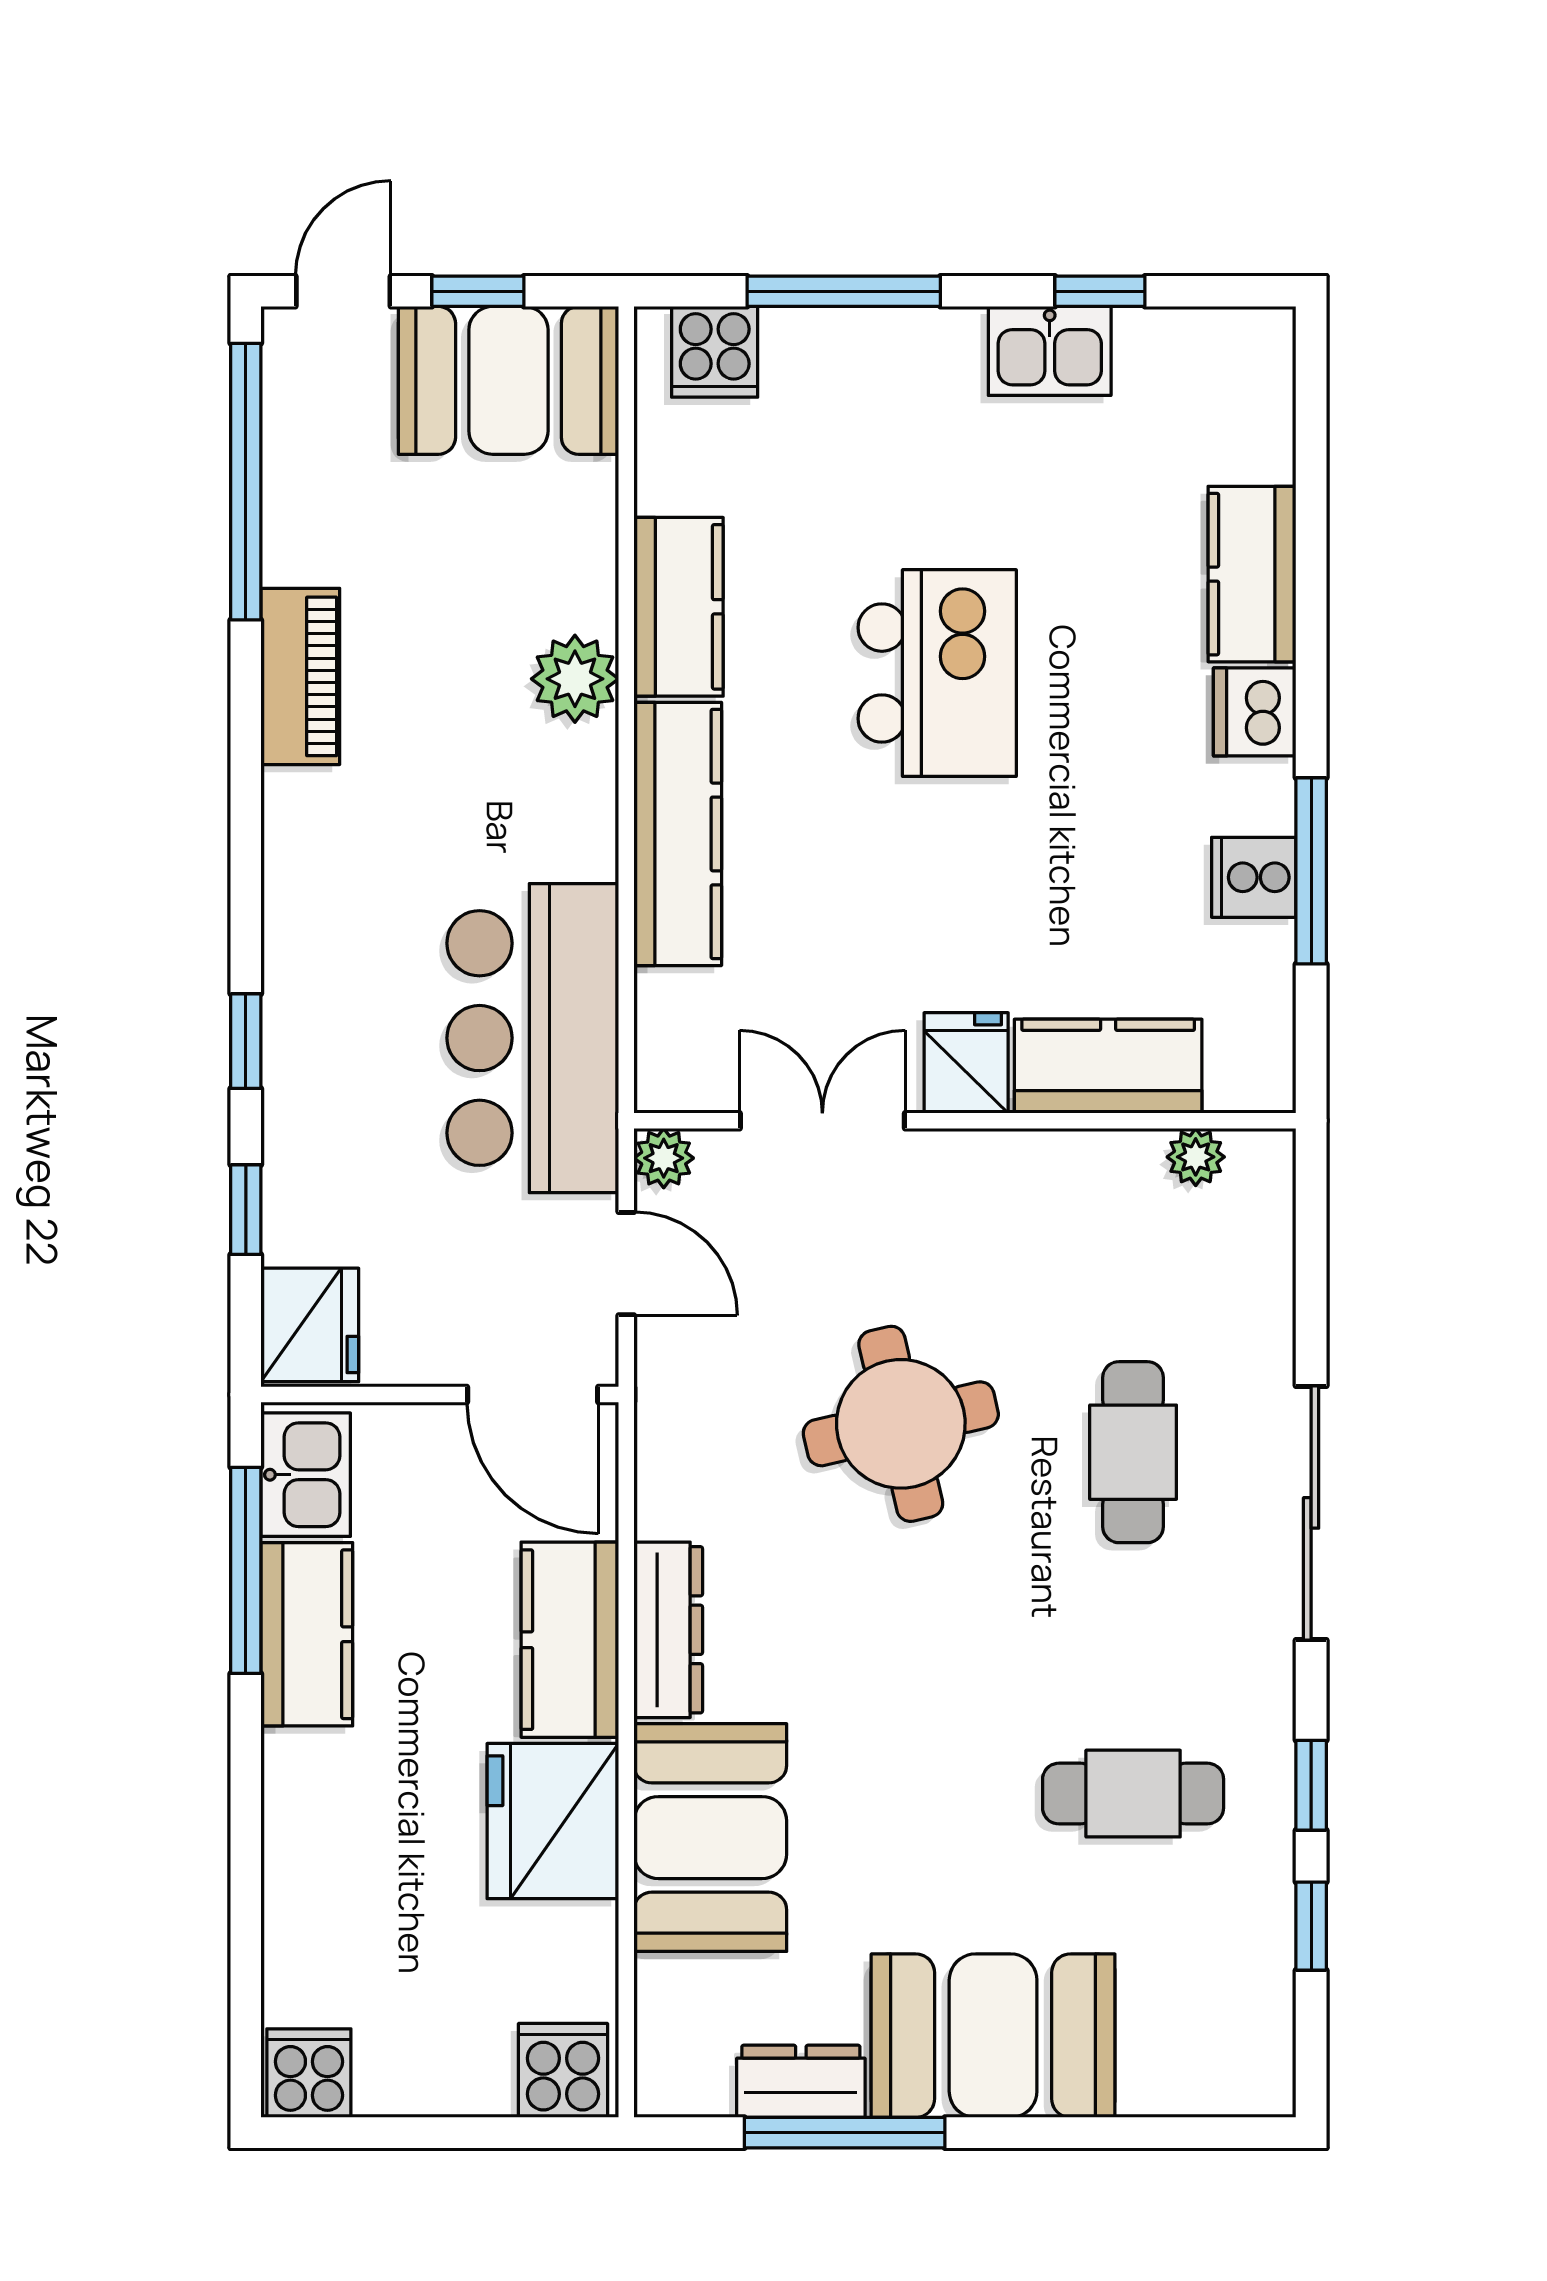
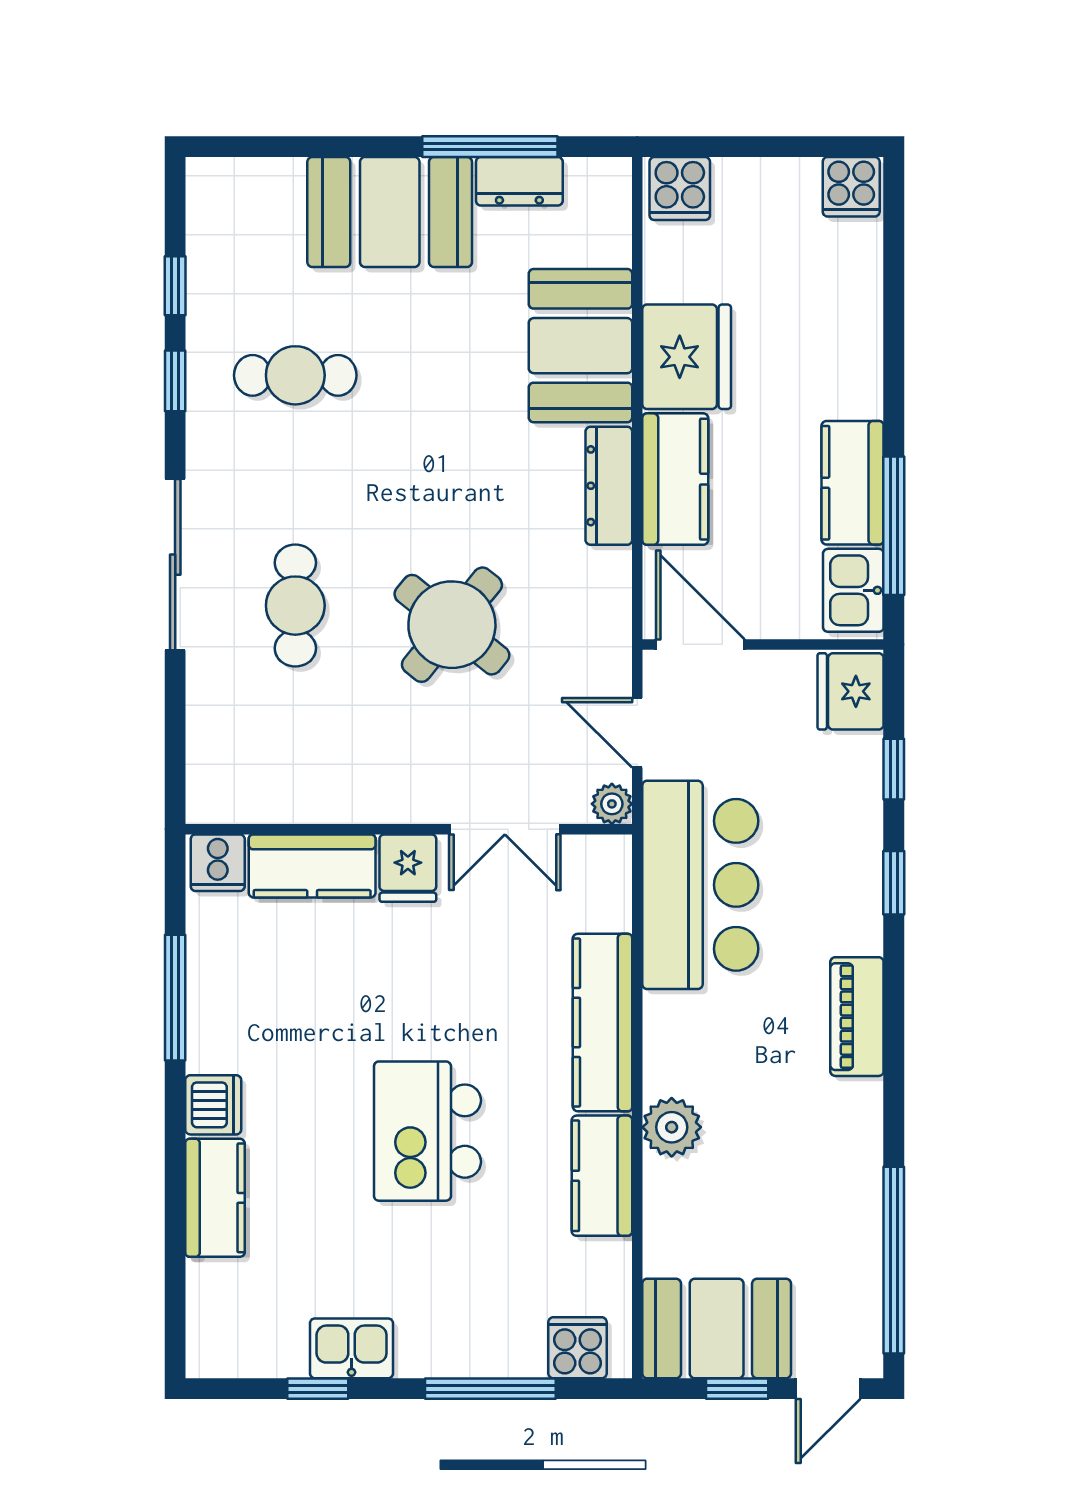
piano: (300, 676) -> (857, 1017), moved
cooker: (1254, 877) -> (218, 863), moved, turned 90
plant: (1196, 1157) -> (253, 805), removed
round table: (901, 1424) -> (452, 625), turned -38

